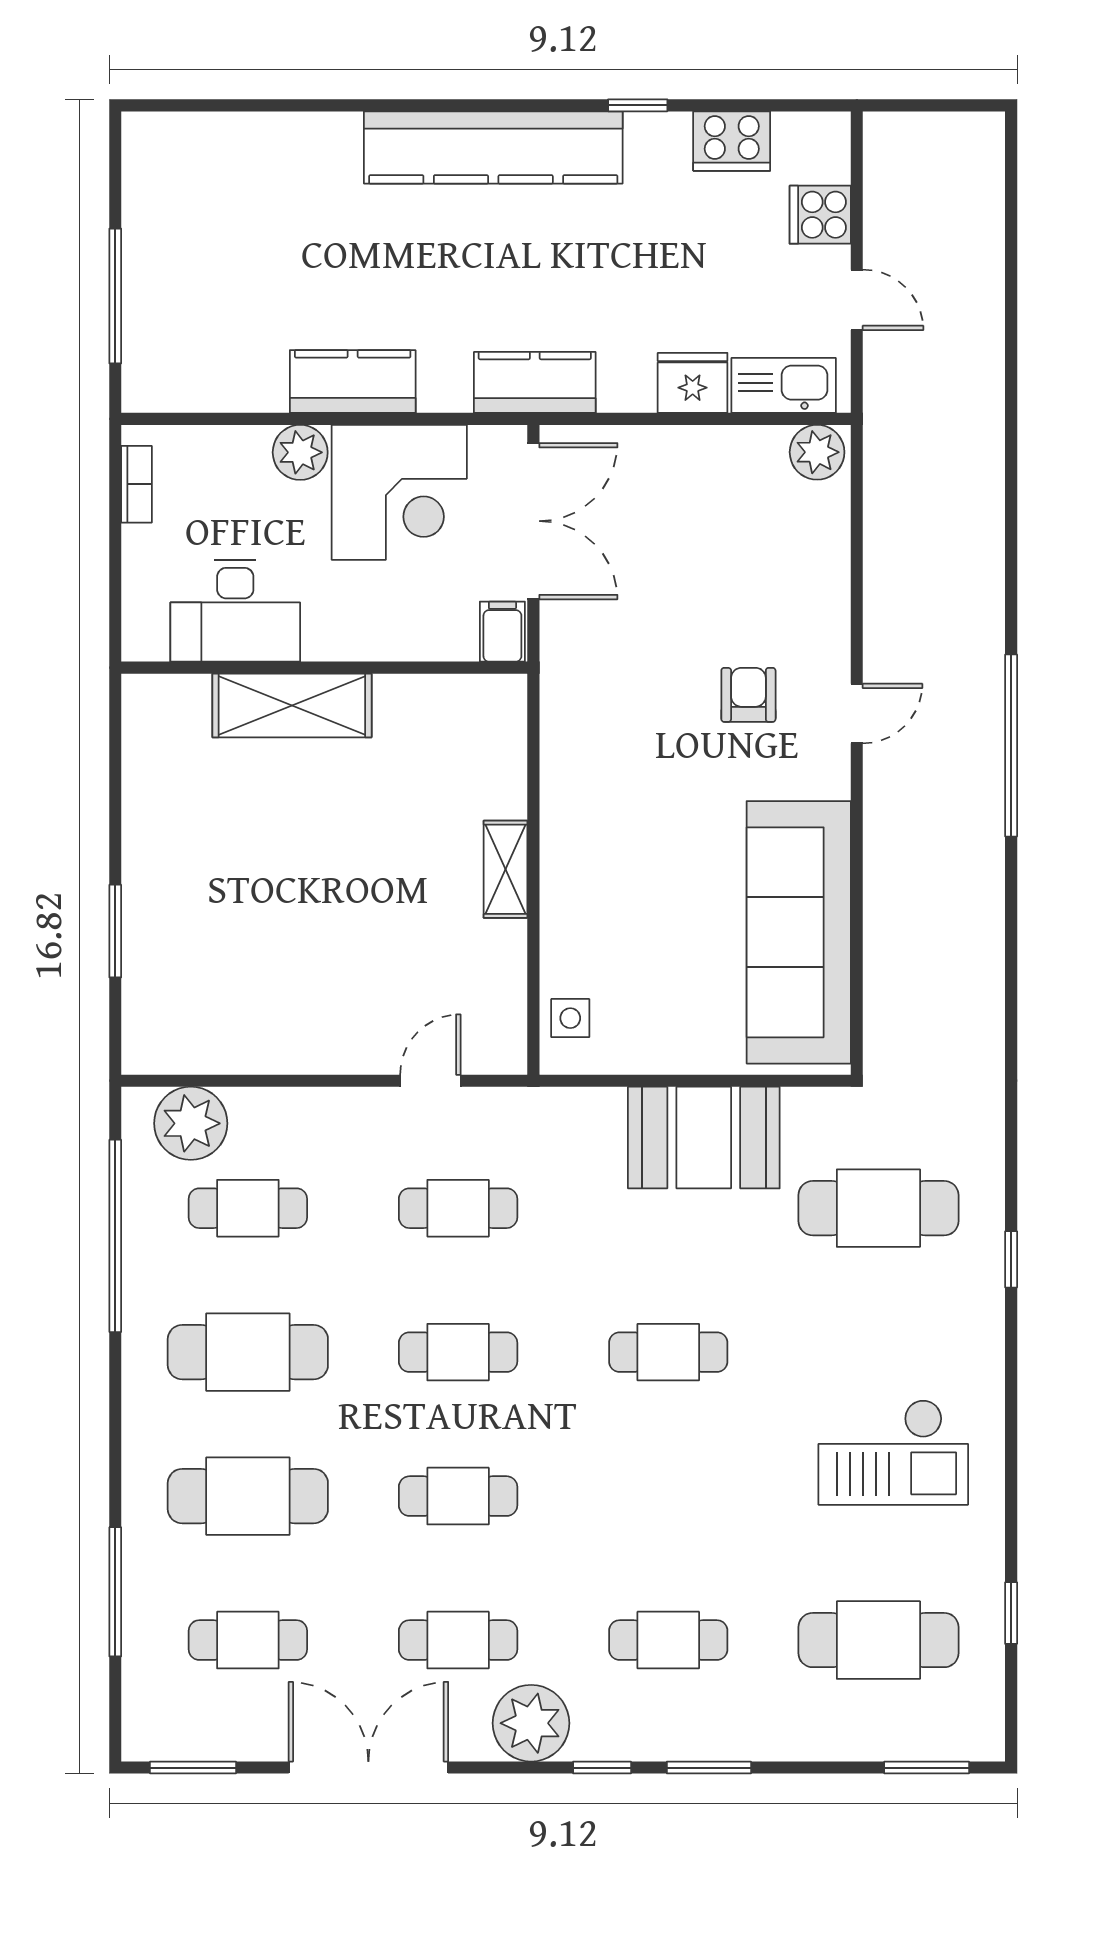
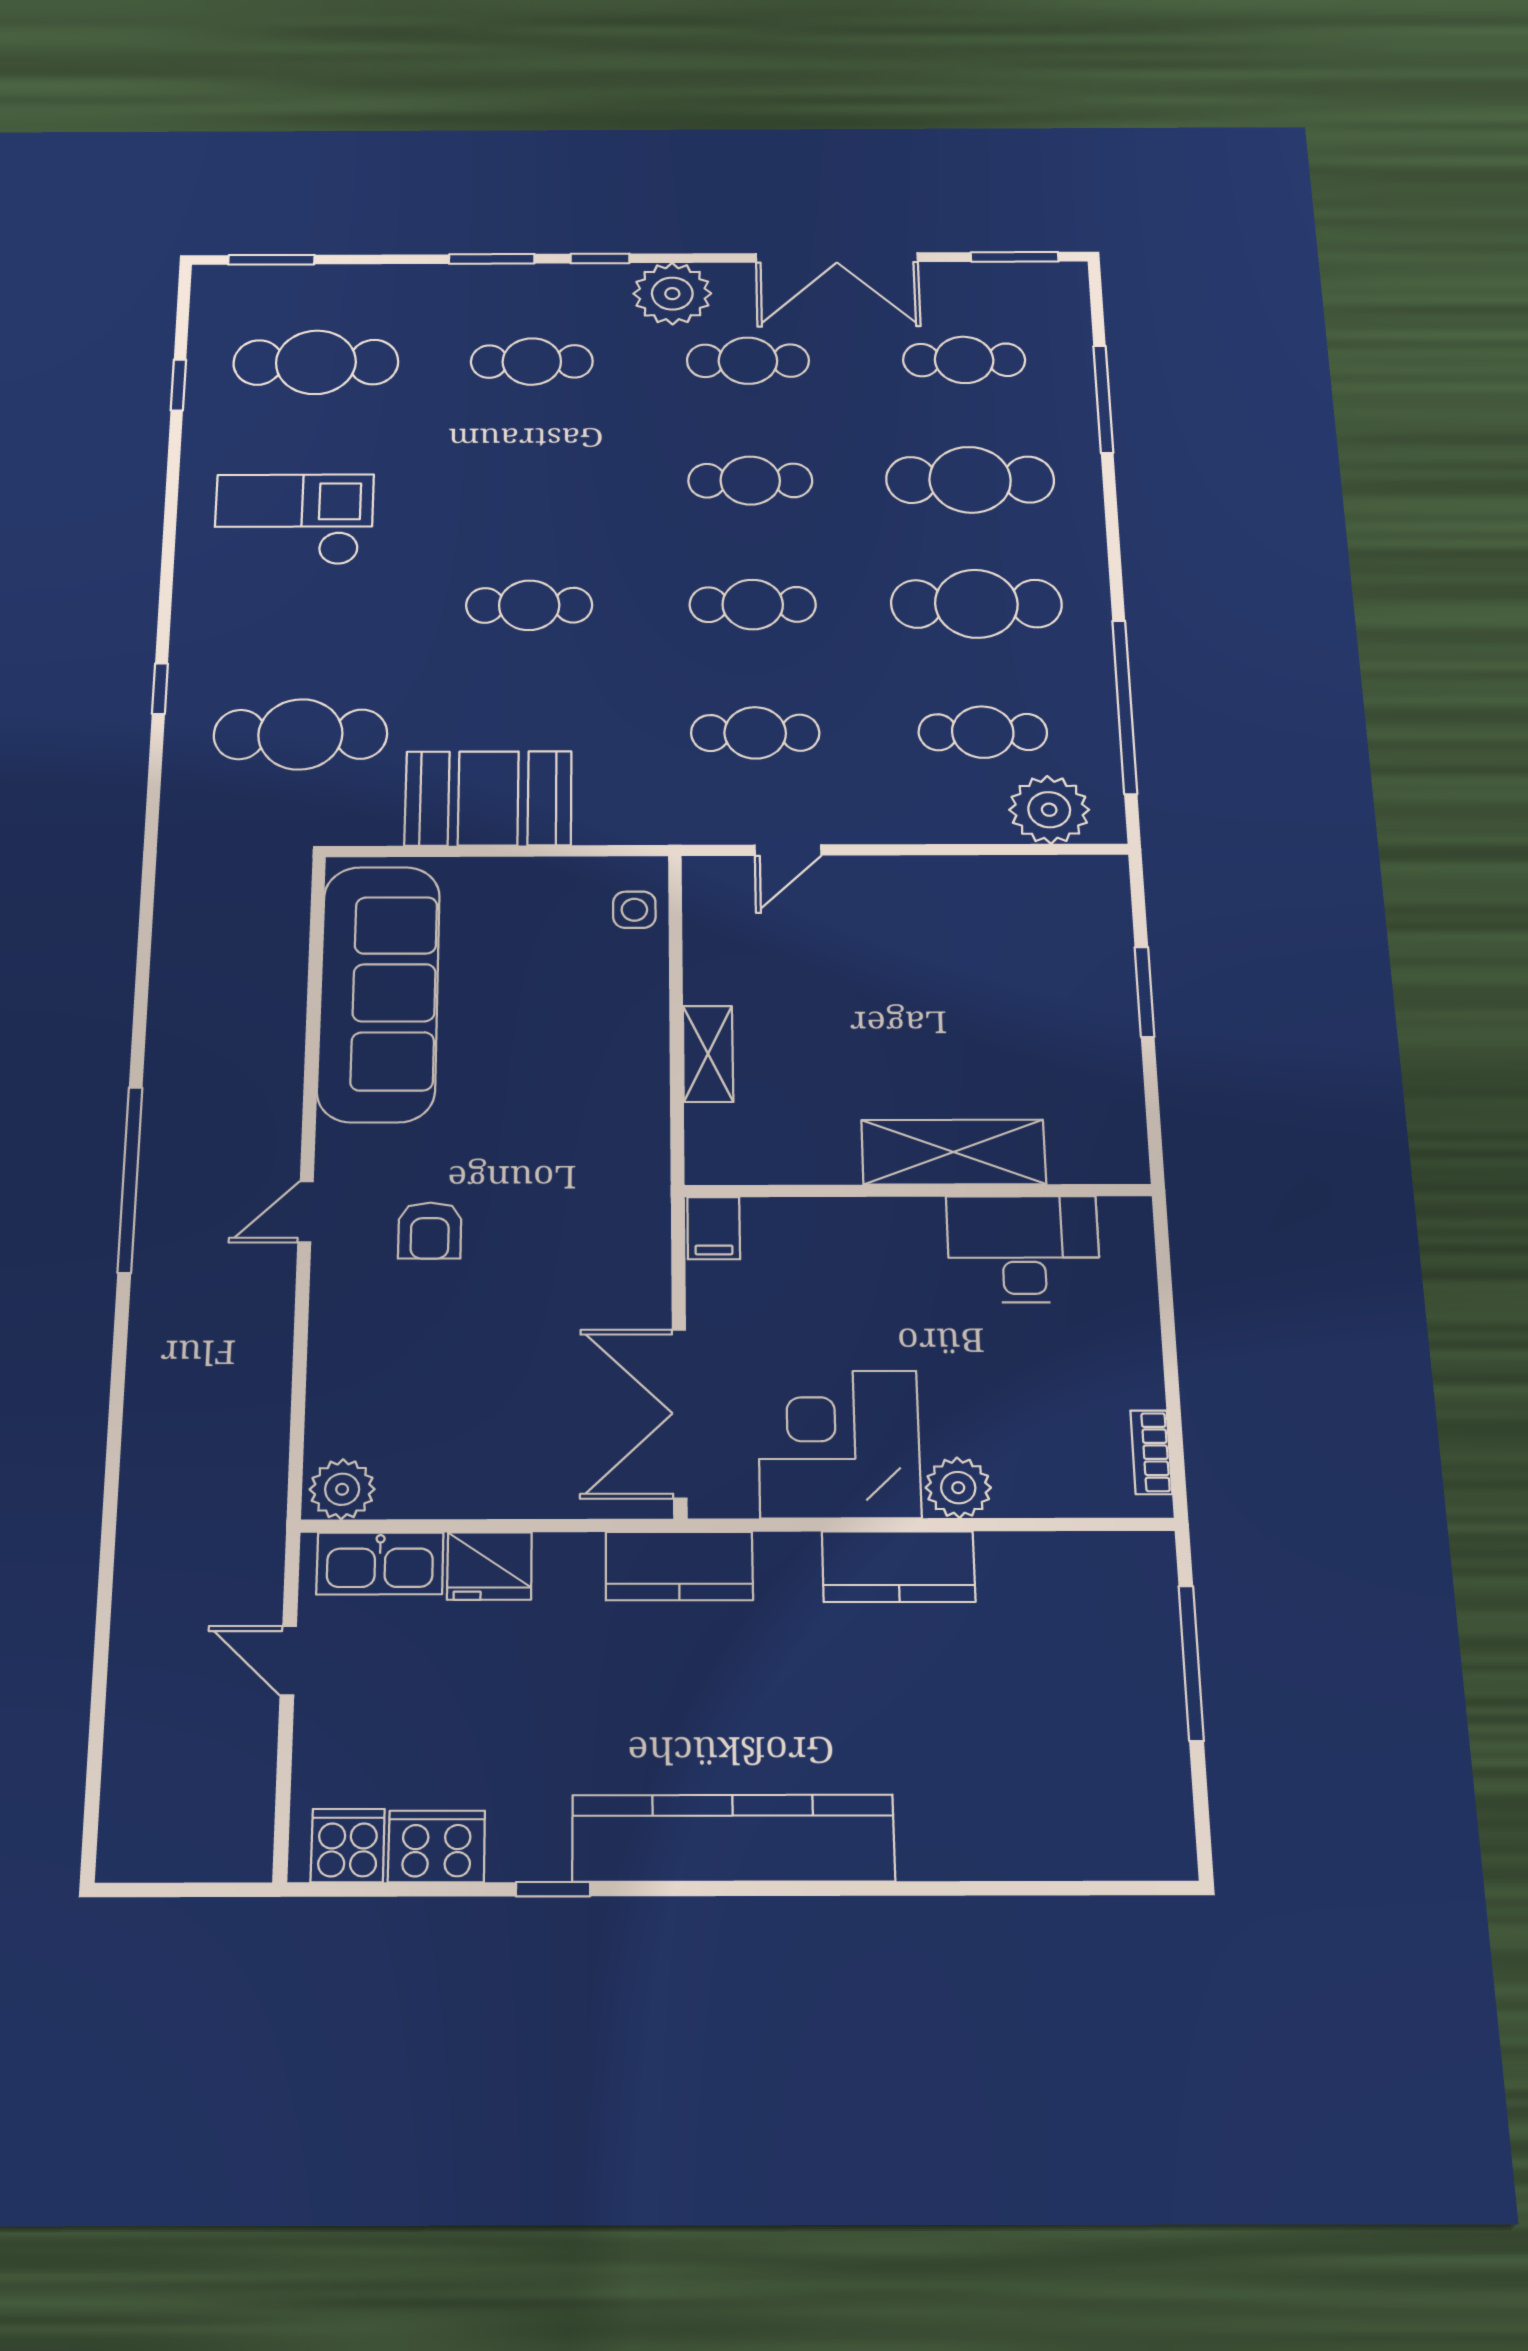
cooker: (820, 215) -> (348, 1846), moved, turned -90
desk: (235, 611) -> (1023, 1249), moved
filing cabinet: (502, 632) -> (714, 1228), moved
wall: (324, 668) -> (918, 1191), moved
shelving: (292, 705) -> (953, 1152), moved

